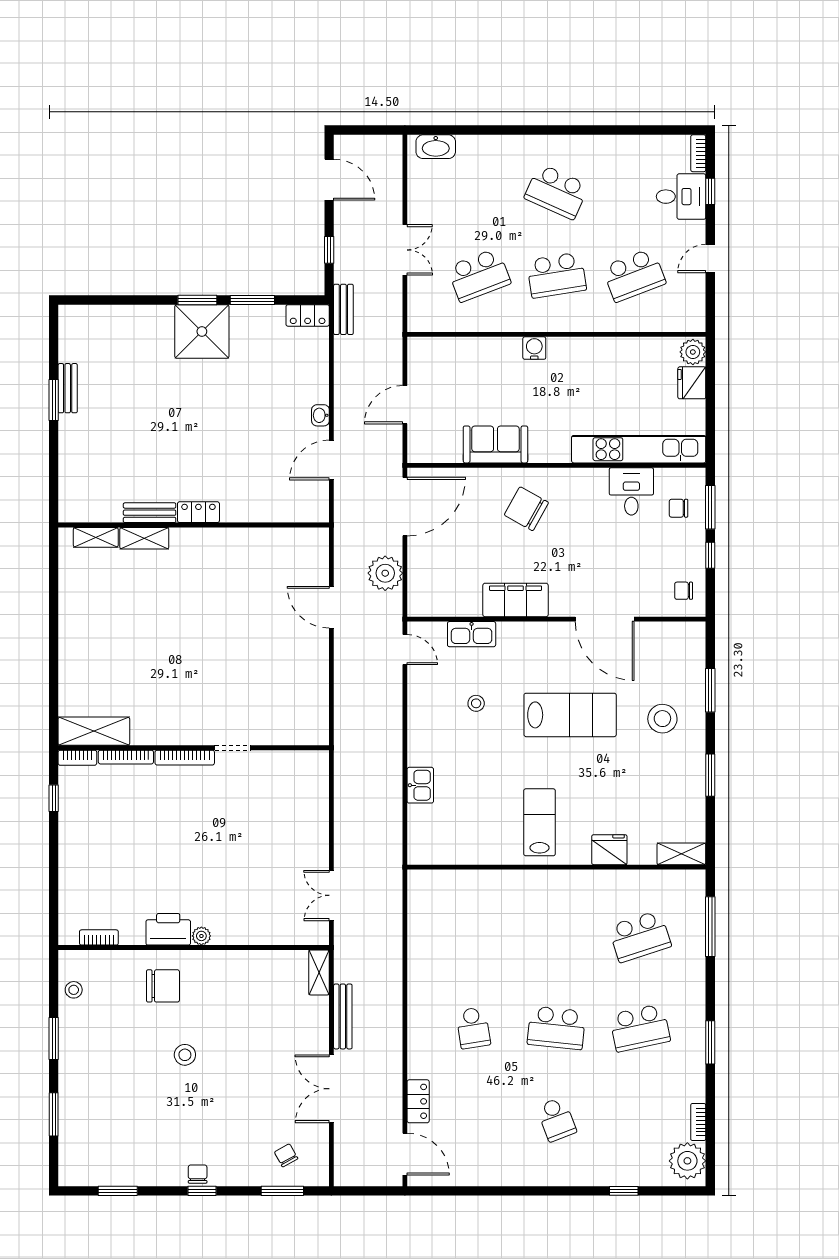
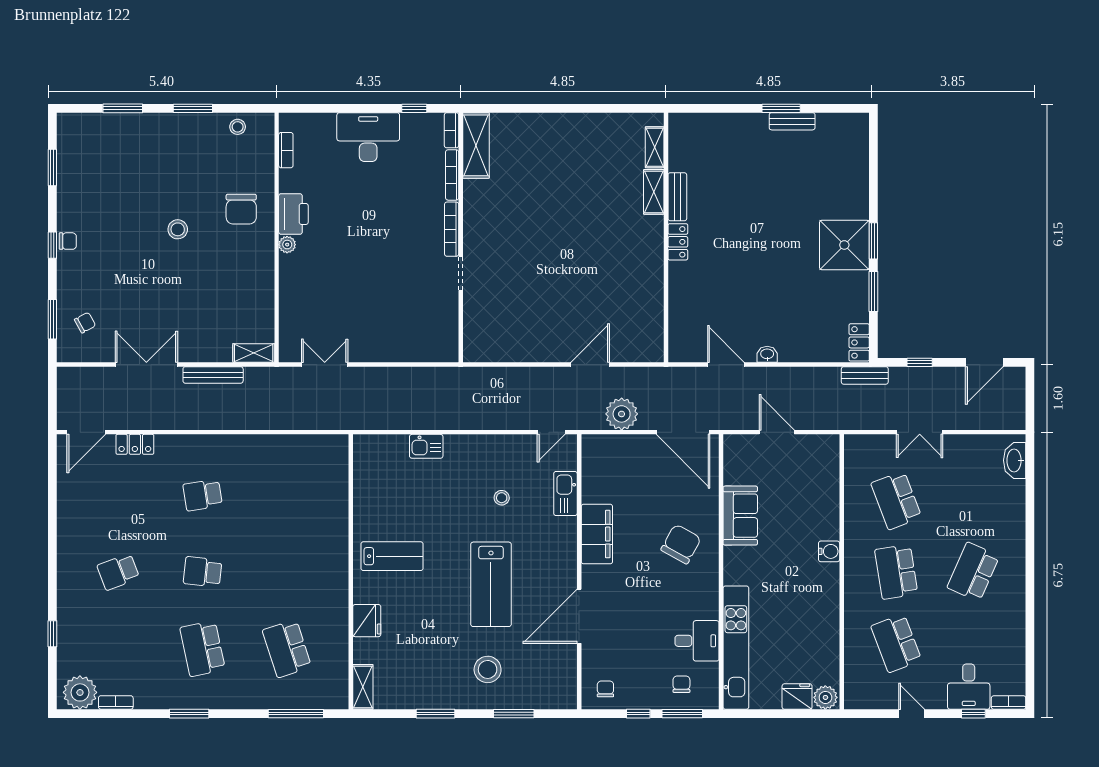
desk: (85, 848) -> (368, 137), added
school desk: (556, 1028) -> (203, 572), width x0.54

